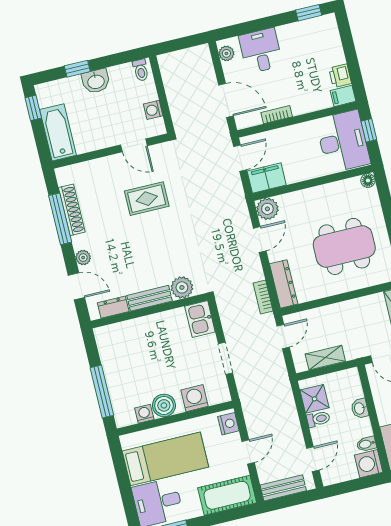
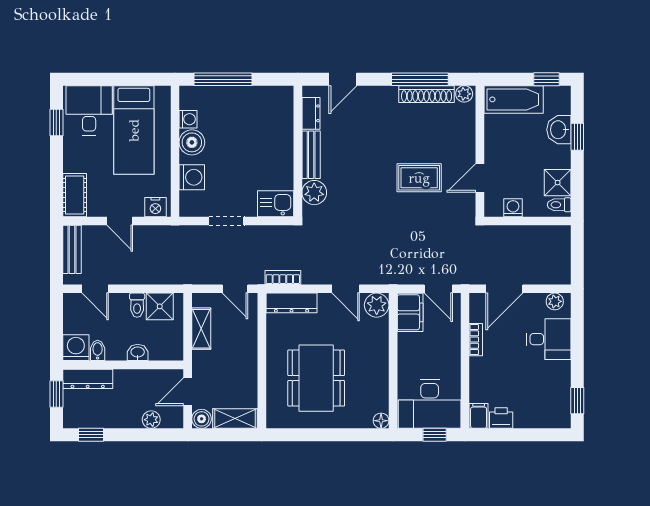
shower: (122, 76) -> (558, 183), added
washbasin: (96, 81) -> (559, 130), moved
rug: (147, 199) -> (419, 178), turned 90
plant: (83, 258) -> (464, 94), moved
cot: (227, 495) -> (75, 195), width x0.73, depth x0.75

